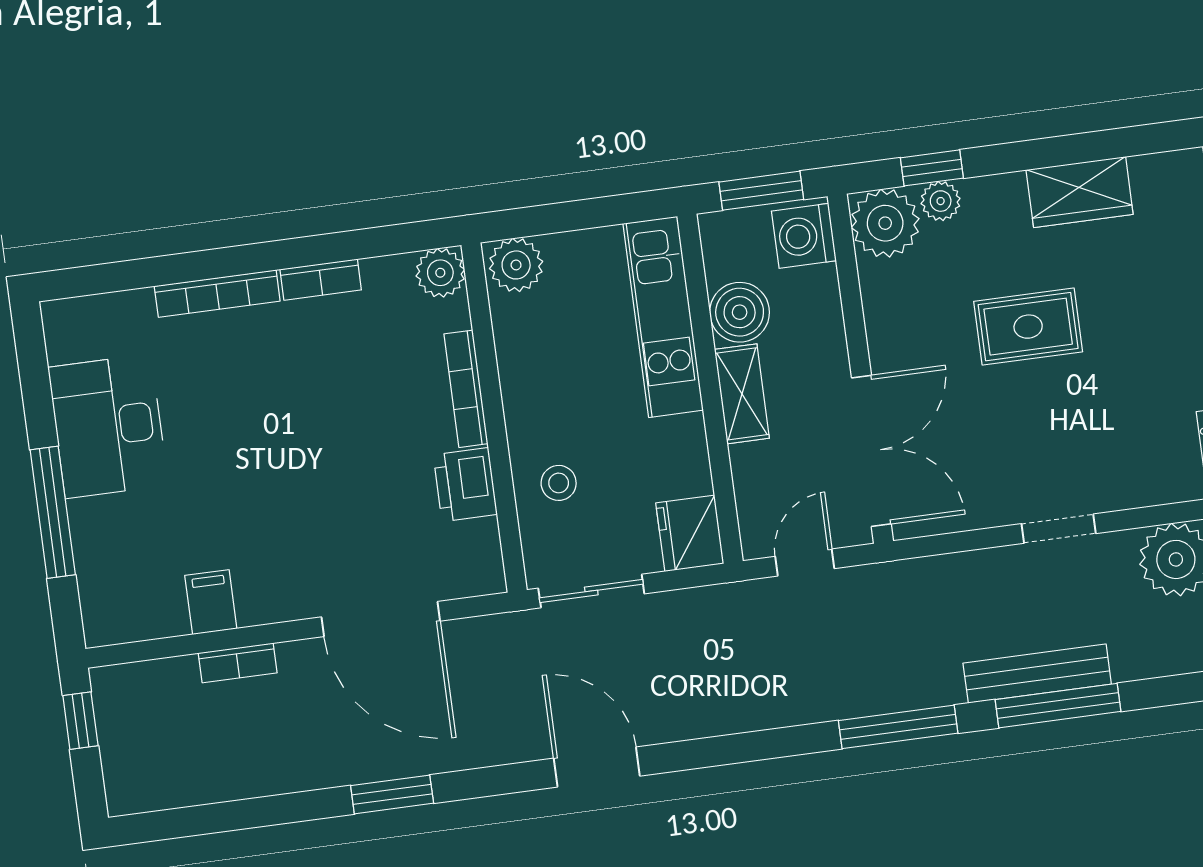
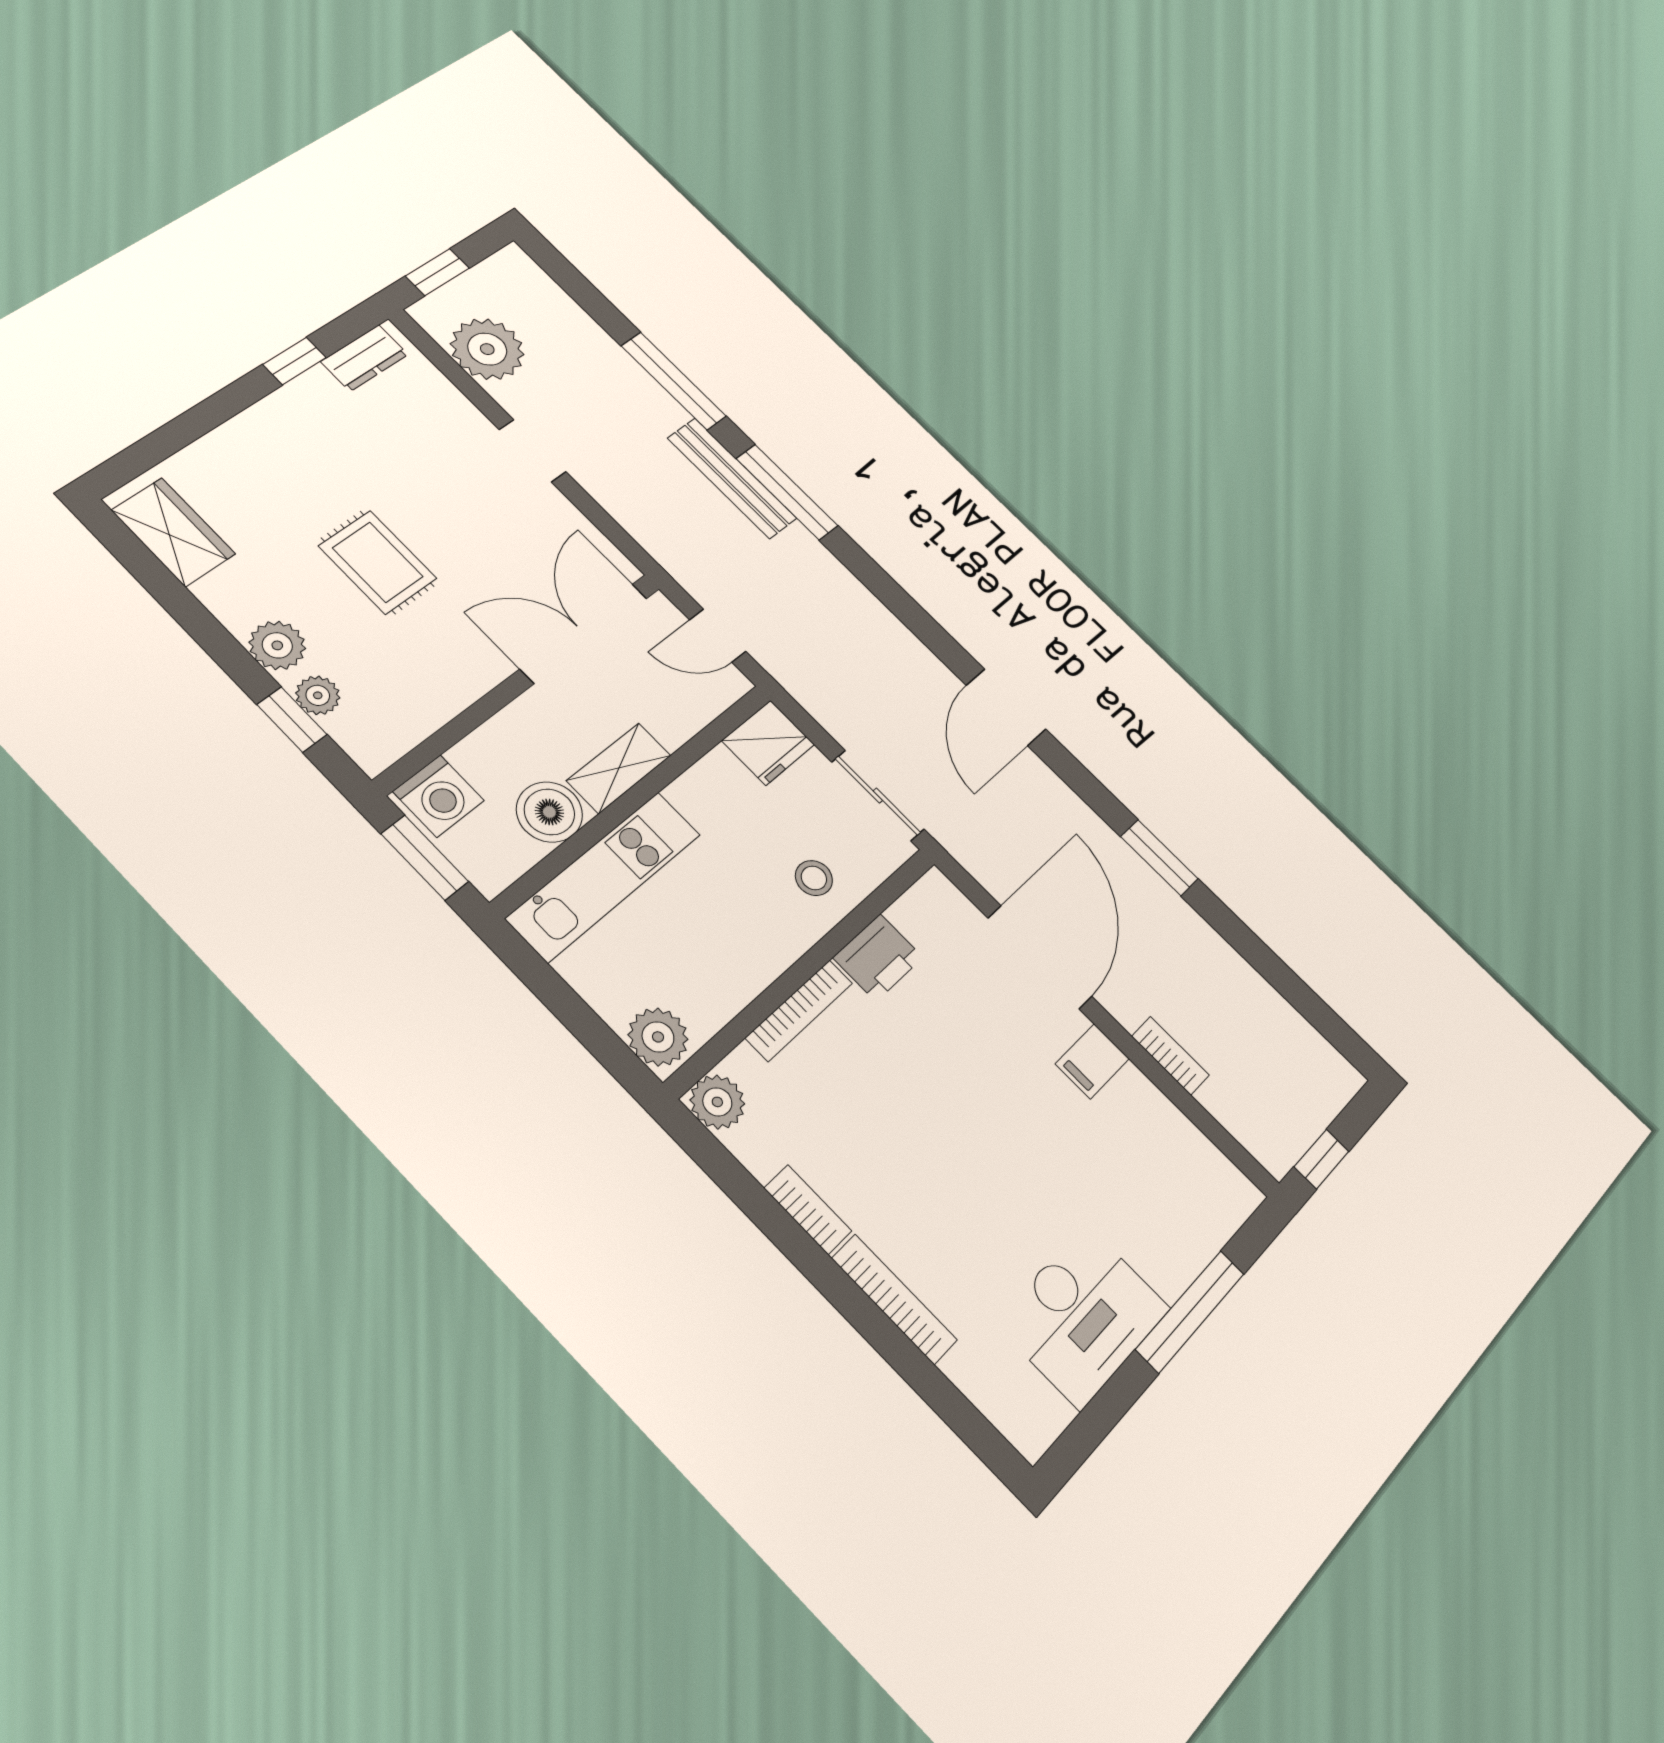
wardrobe: (1080, 192) -> (173, 532), moved
plant: (885, 223) -> (277, 645), moved, width x0.73, depth x0.73
filing cabinet: (211, 602) -> (1092, 1061), moved
bench: (1037, 674) -> (732, 478), moved

